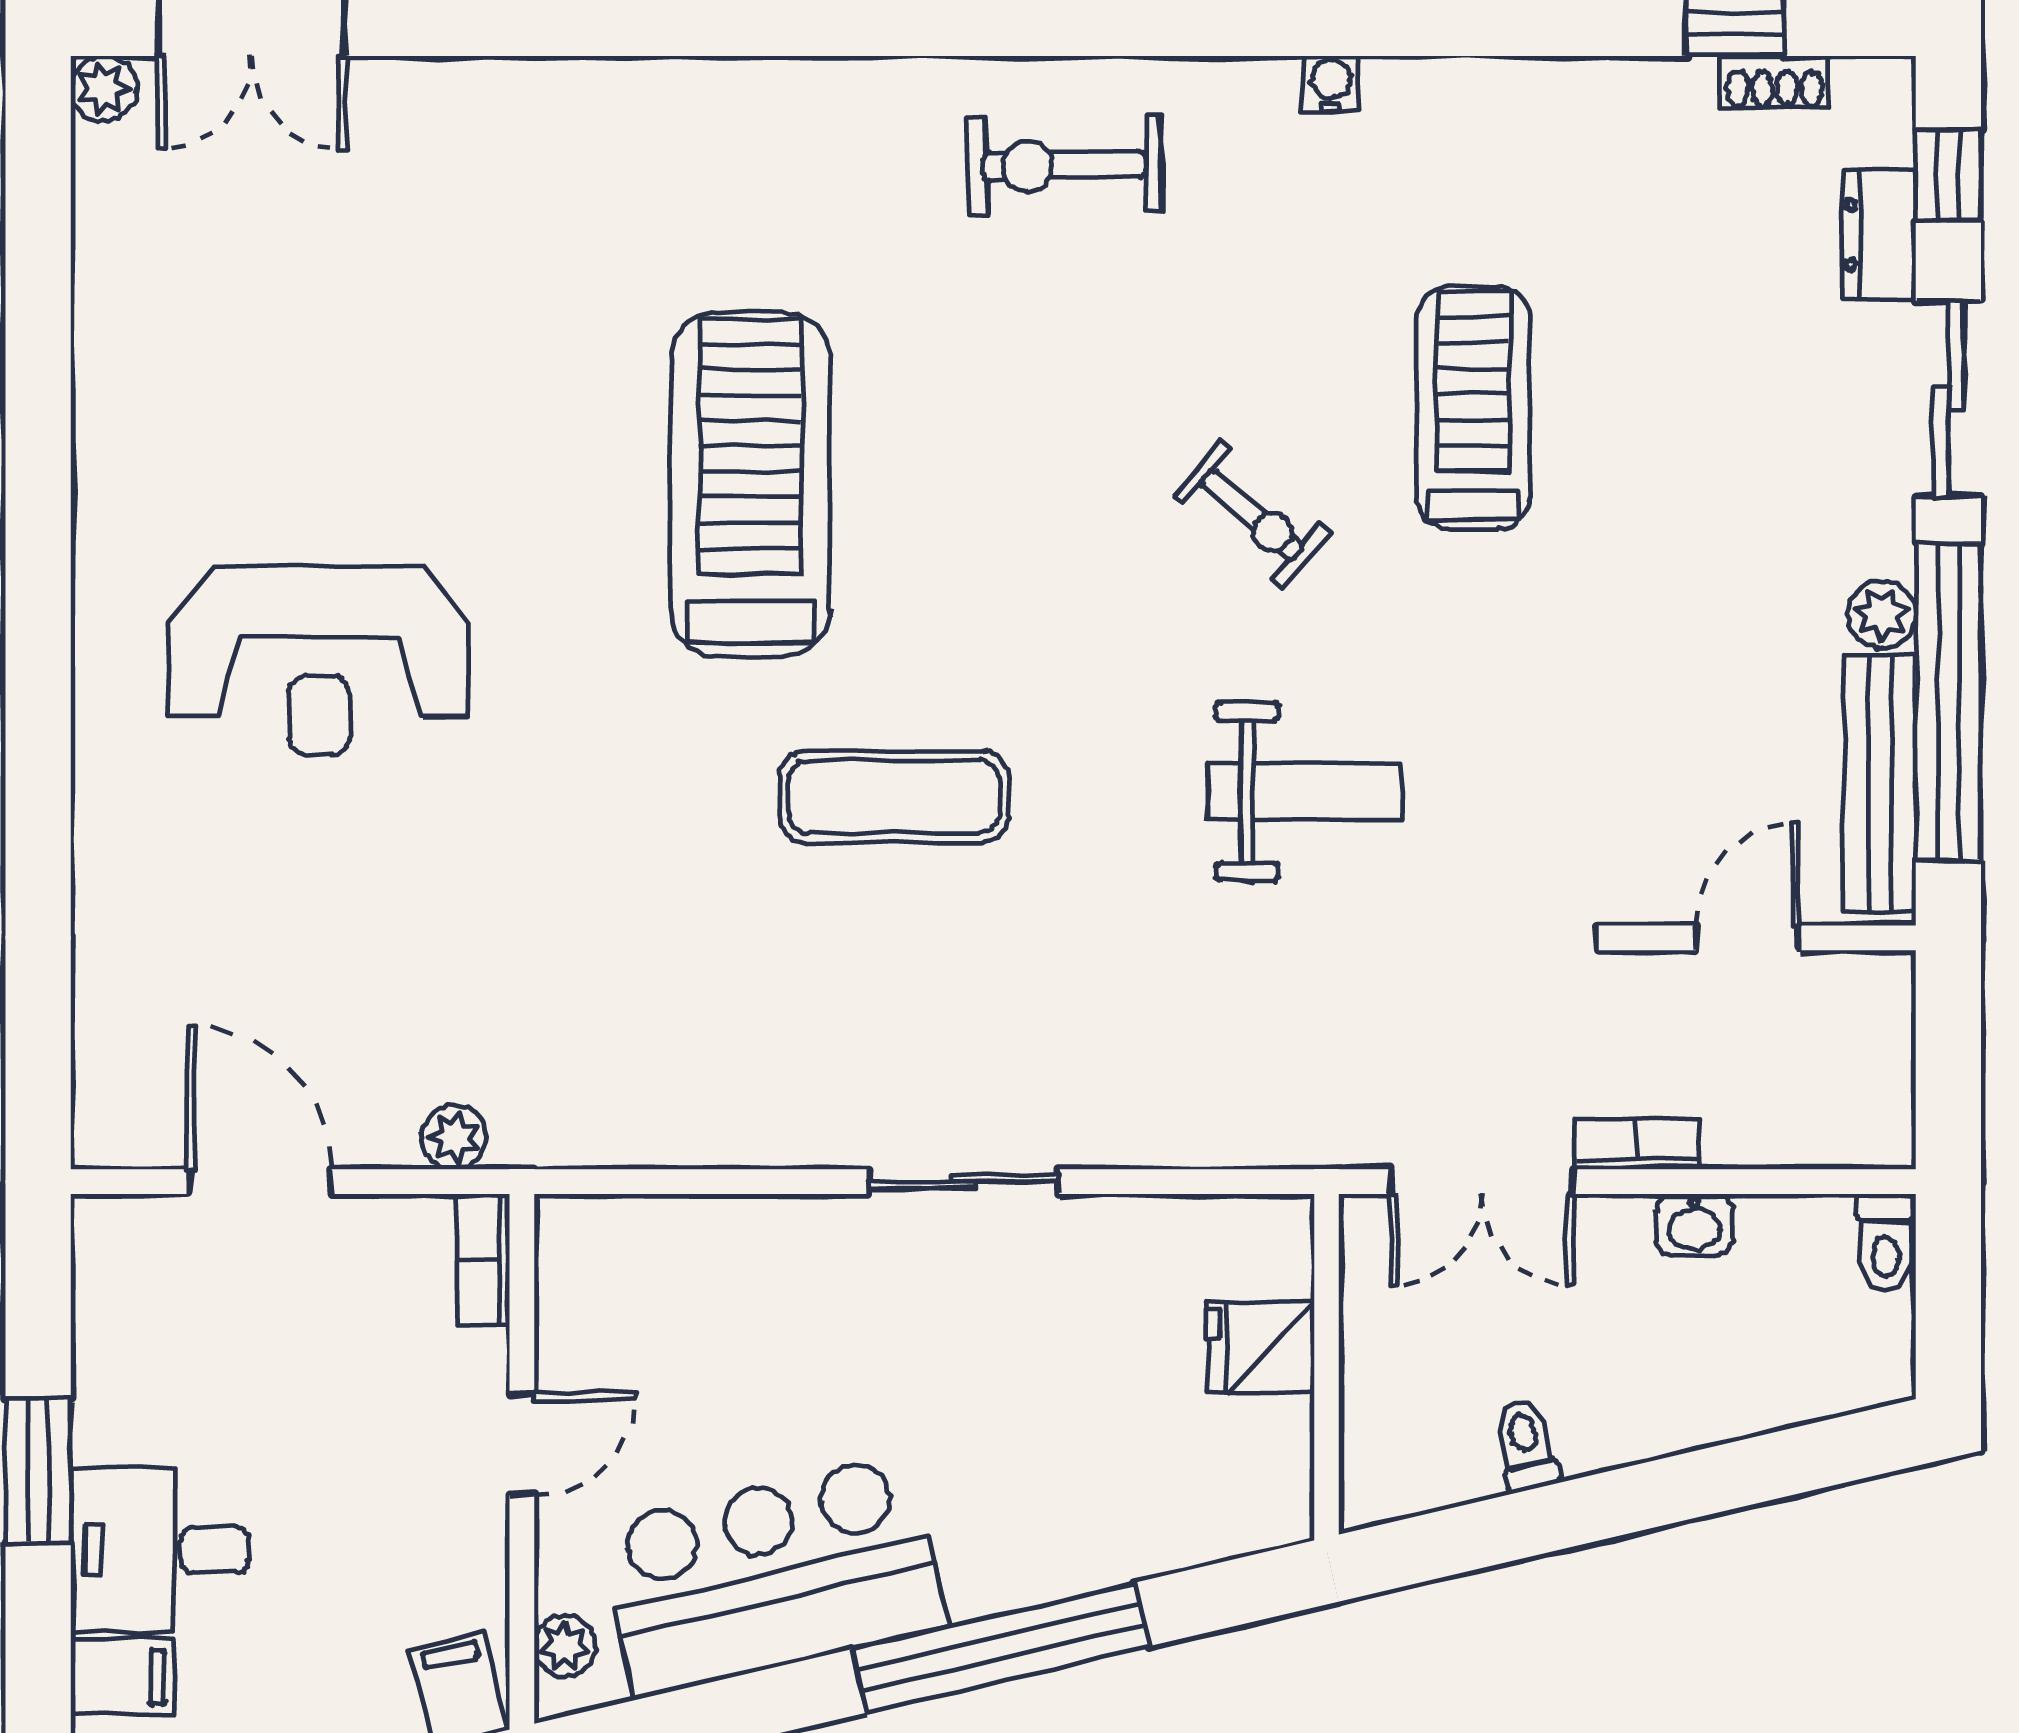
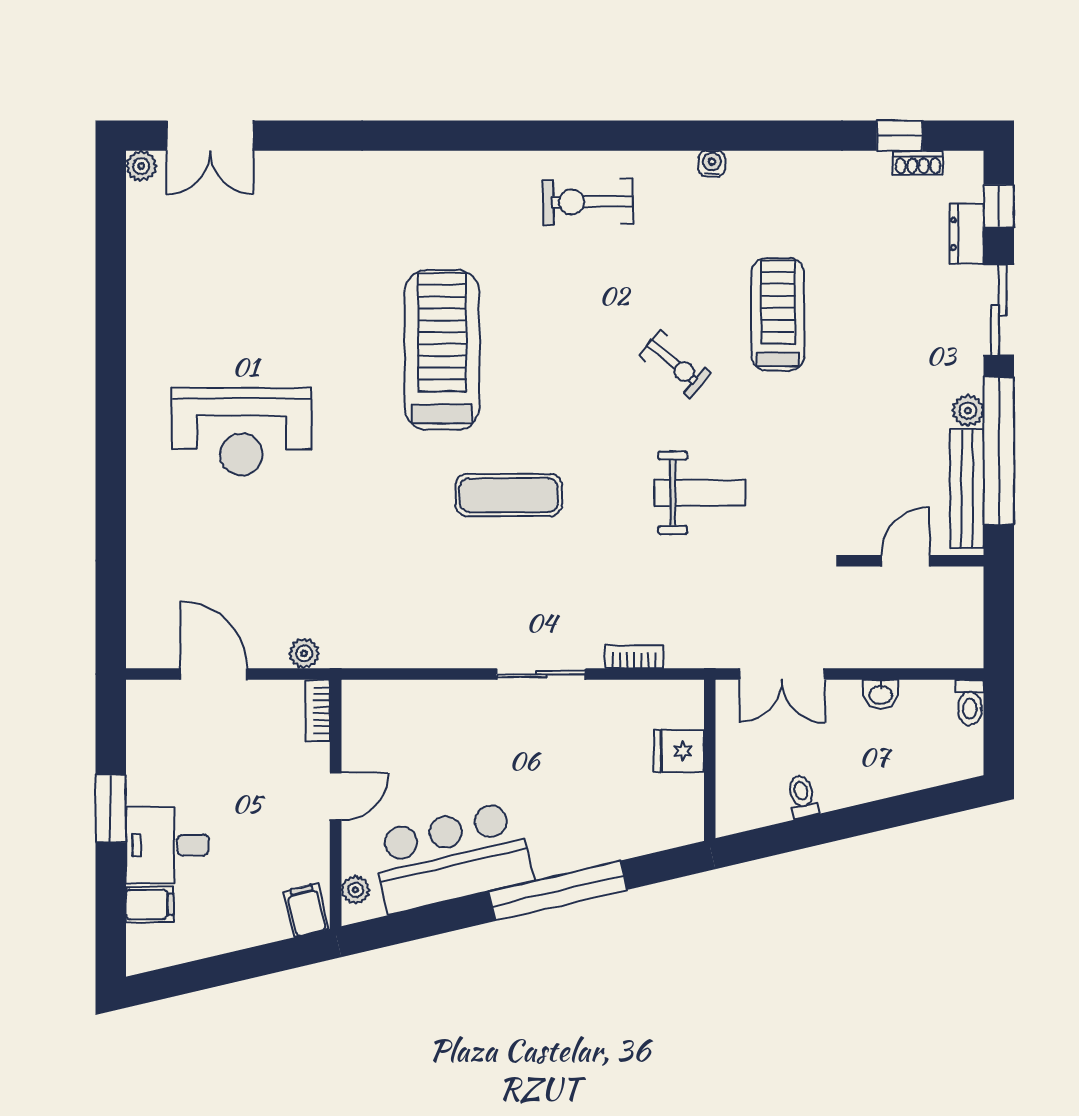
bookcase: (1637, 1144) -> (634, 657), moved

